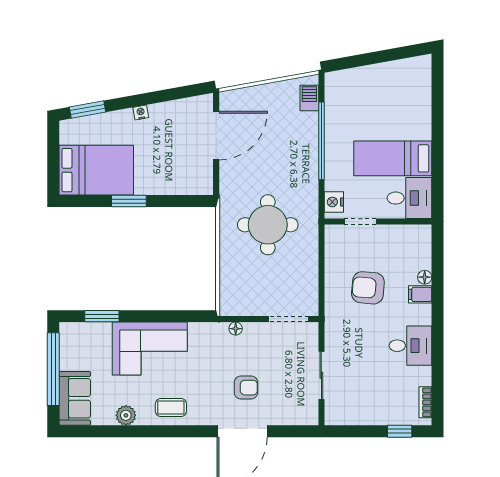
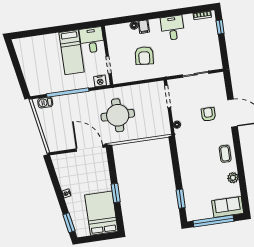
door: (216, 136) -> (90, 148), moved
corner sofa: (150, 349) -> (195, 170), removed

